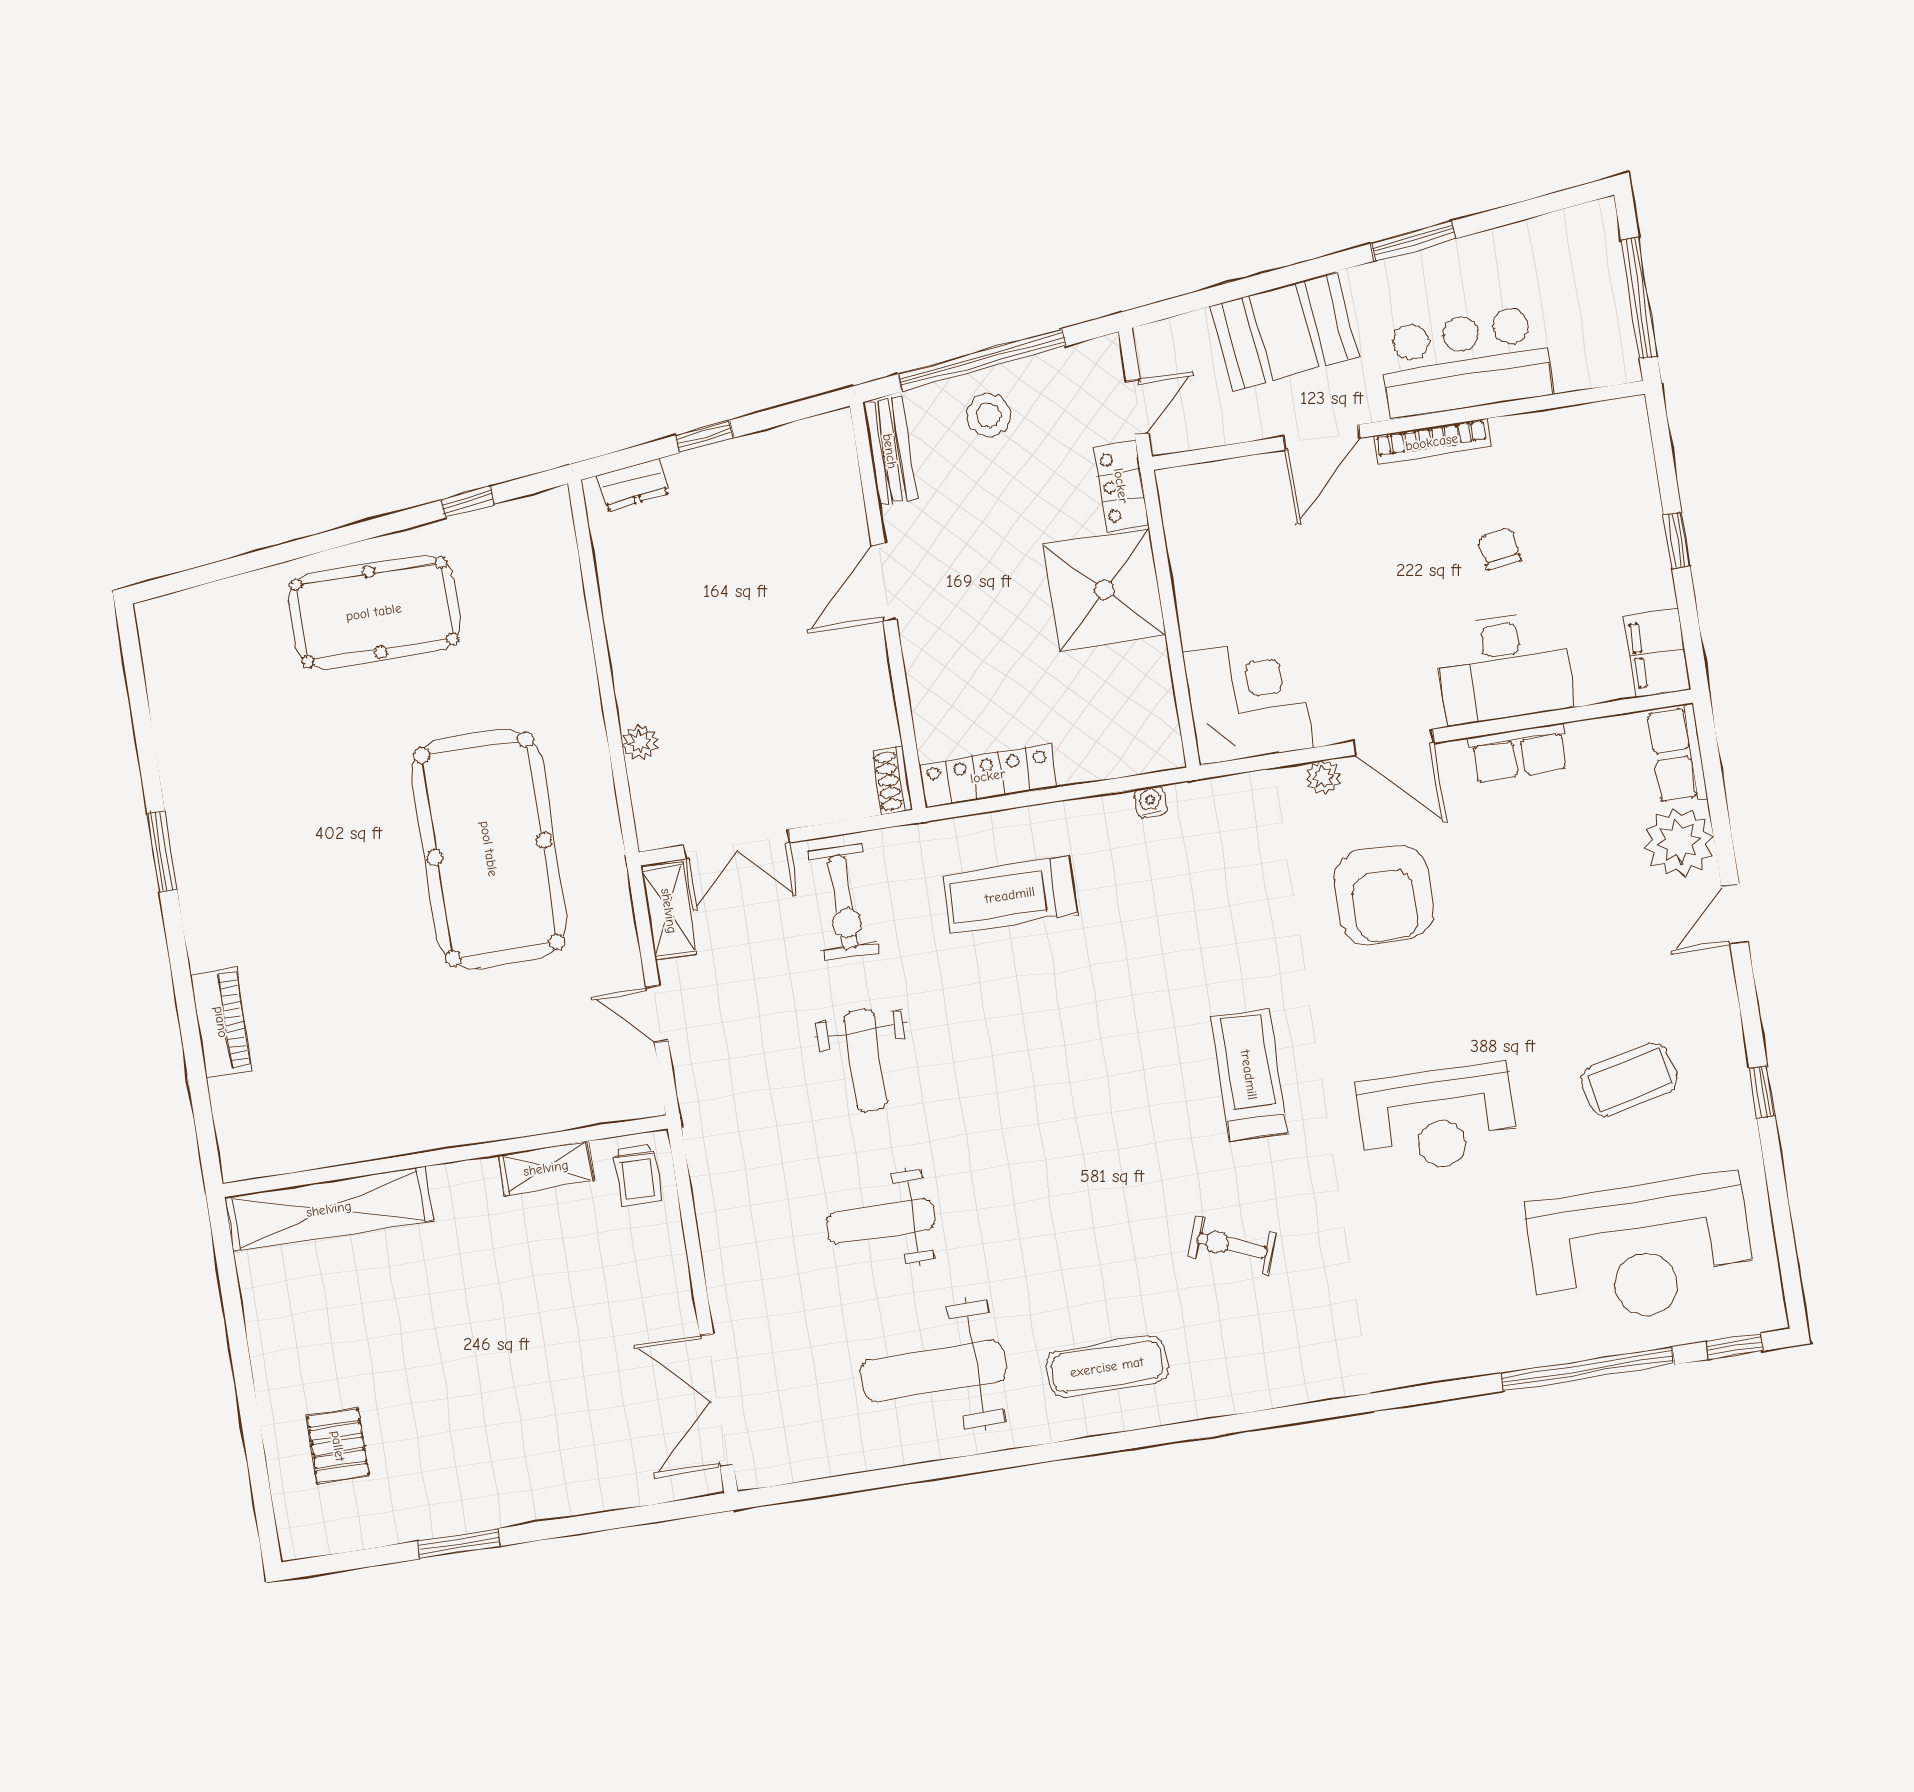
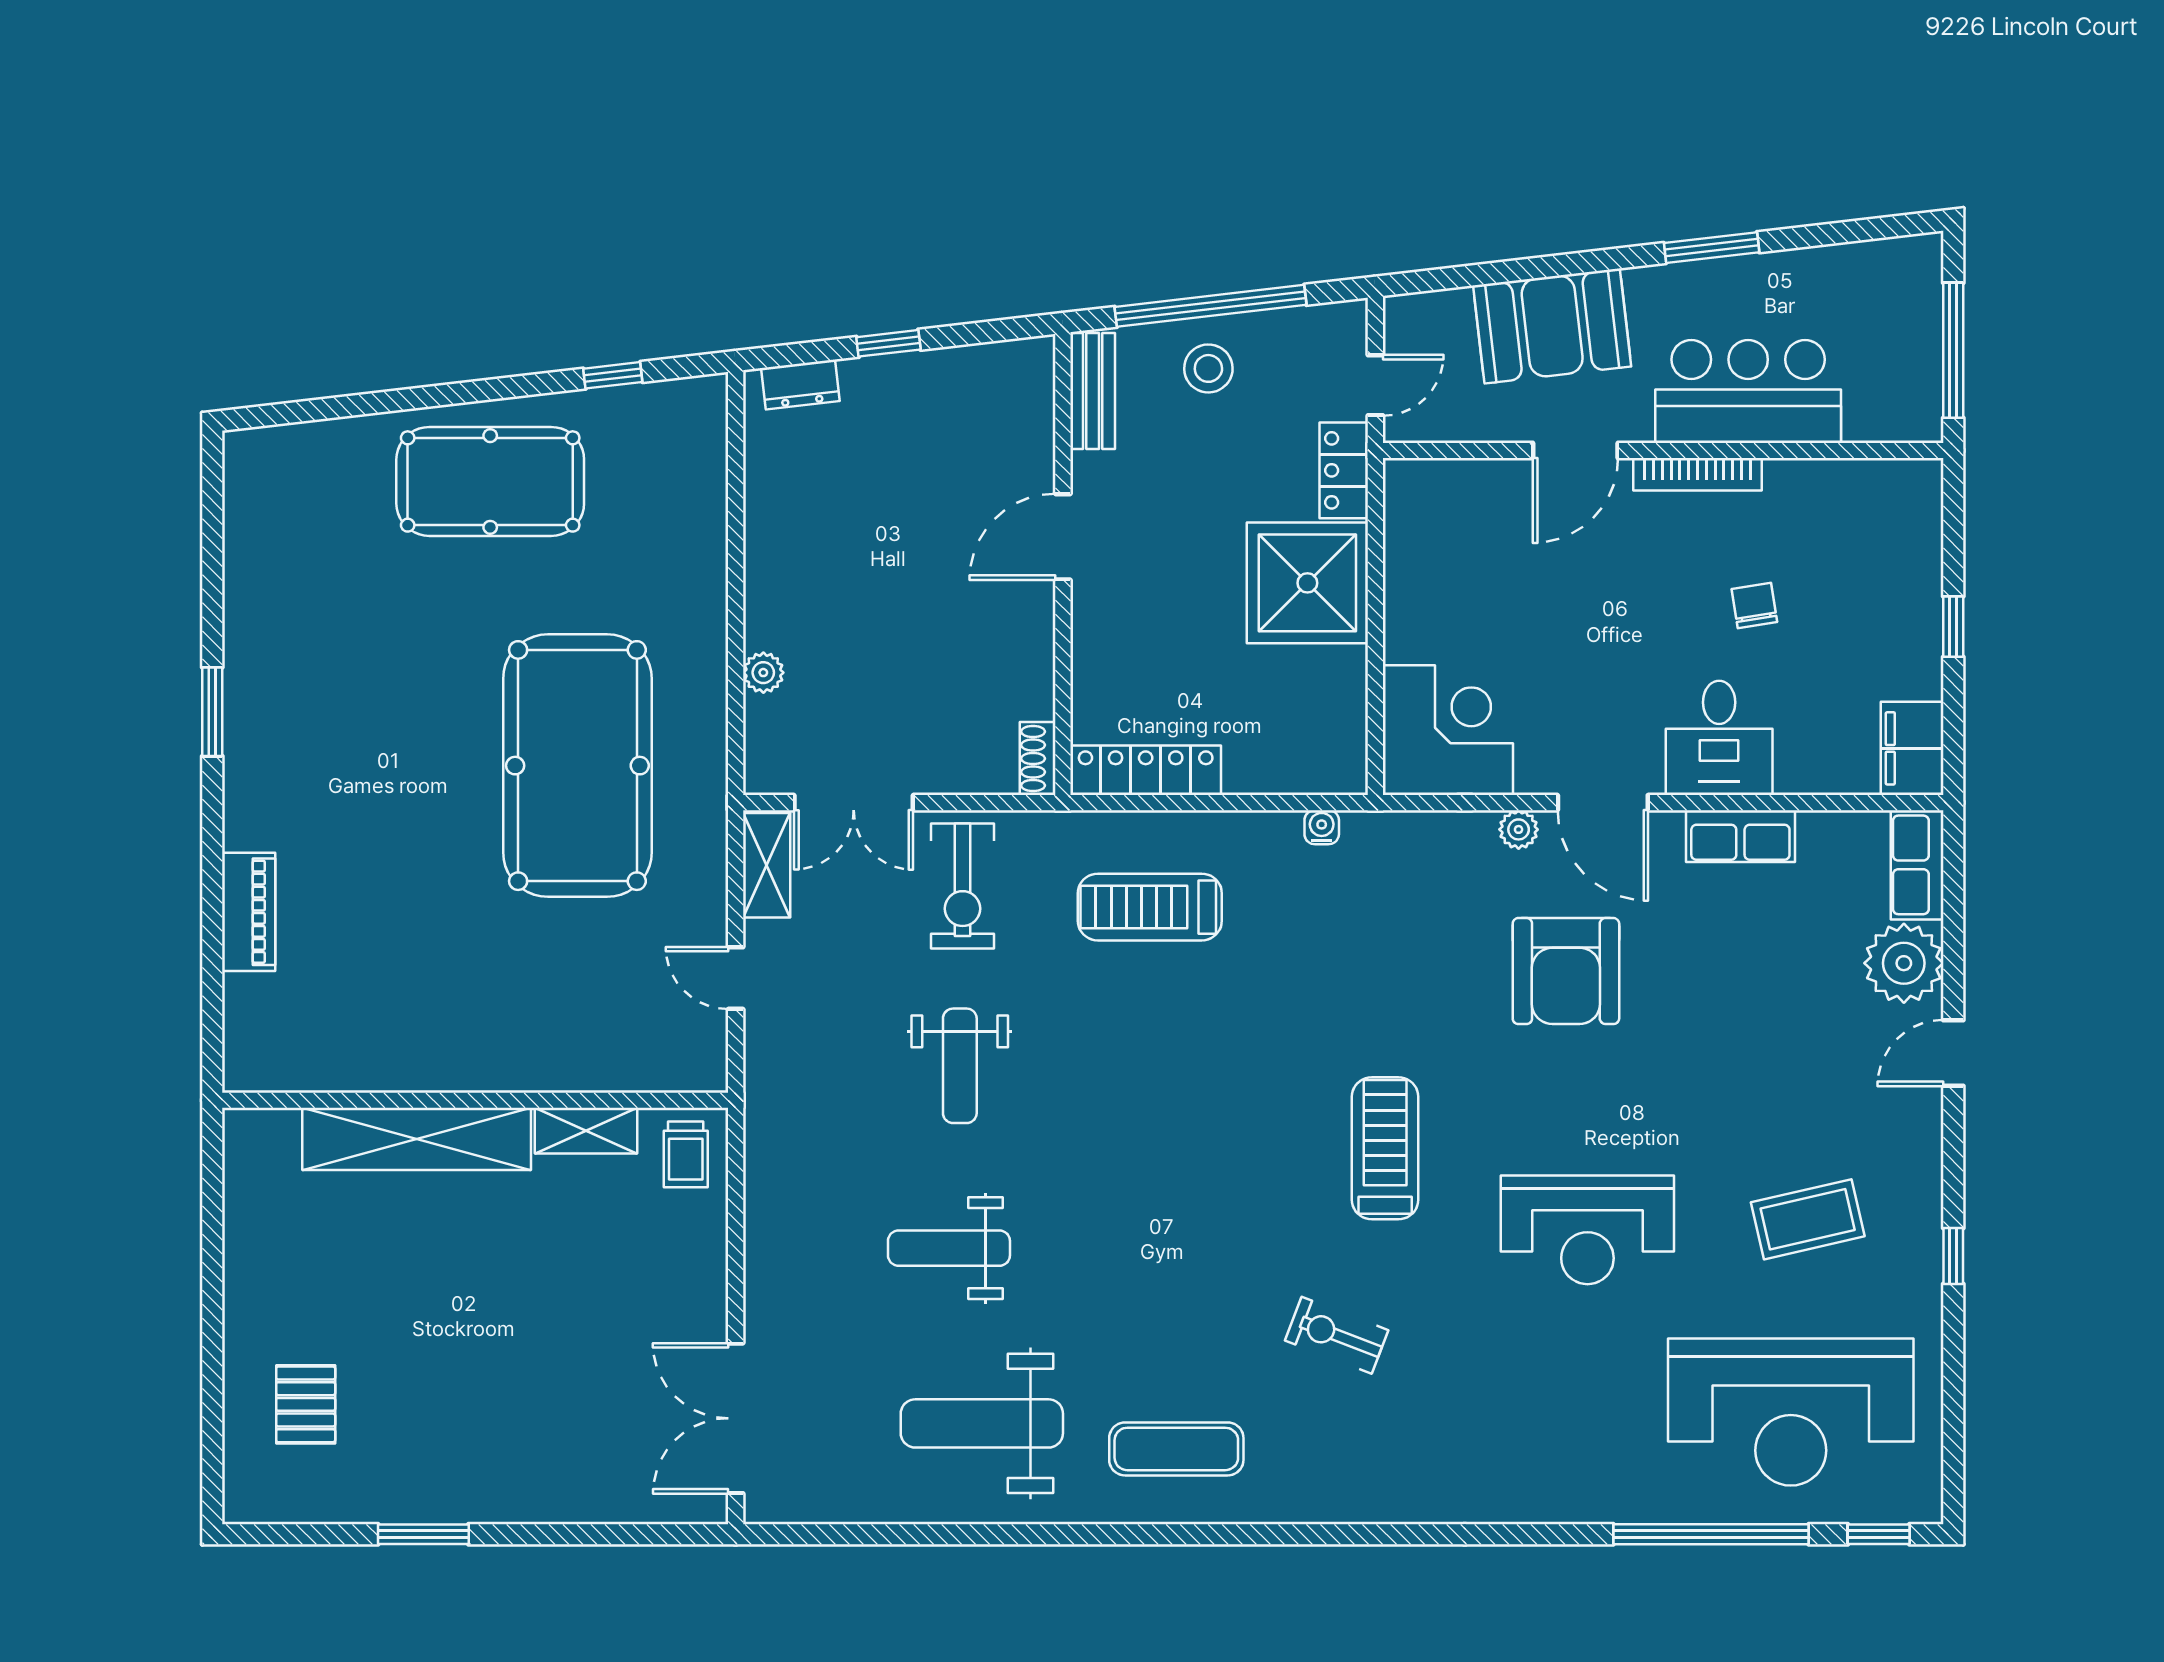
desk: (1504, 667) -> (1719, 738), width x0.73
shelving: (329, 1209) -> (417, 1139), moved

